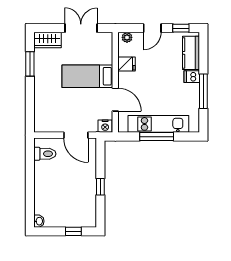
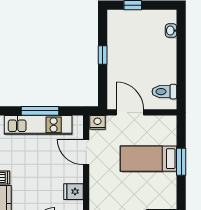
window: (30, 64) -> (181, 162), moved
bed: (87, 76) -> (149, 159), moved, turned 180
washbasin: (39, 221) -> (171, 31), moved

